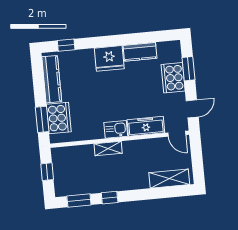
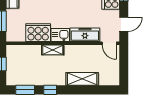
cooker: (59, 118) -> (38, 33), moved, turned -90
shelving: (169, 179) -> (82, 79), moved

